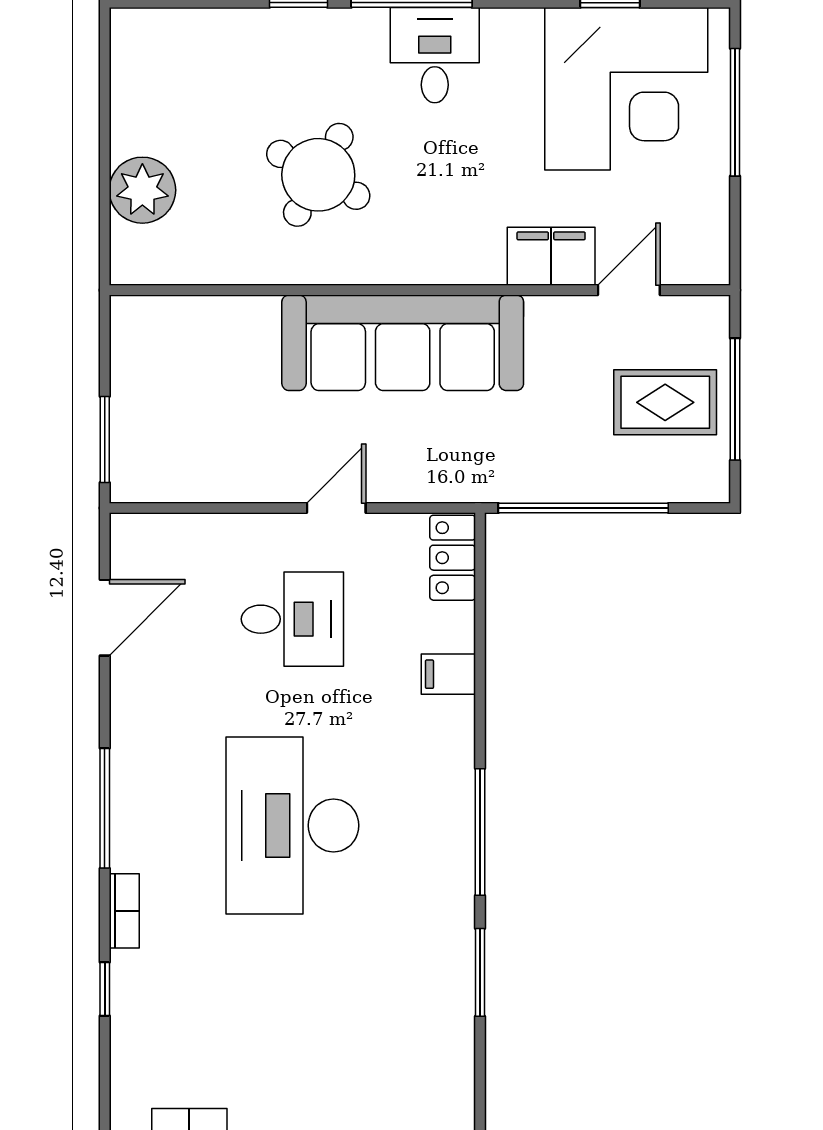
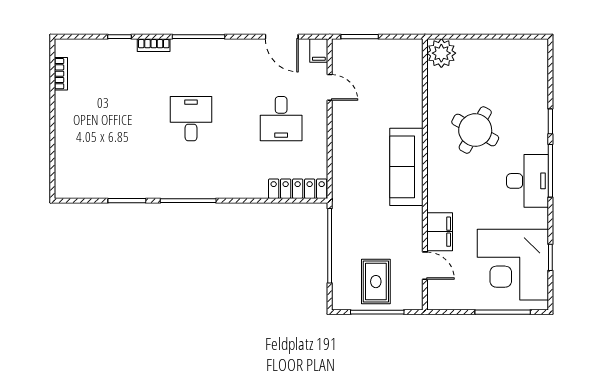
desk: (435, 55) -> (528, 181), width x1.37
plant: (142, 190) -> (441, 53), moved
sofa: (403, 343) -> (406, 167), width x0.74, depth x0.79
door: (336, 508) -> (330, 87), moved
locker: (453, 558) -> (298, 189), width x1.53
filing cabinet: (448, 674) -> (319, 51), moved, turned 180
desk: (292, 825) -> (191, 119), width x0.53, depth x0.77

